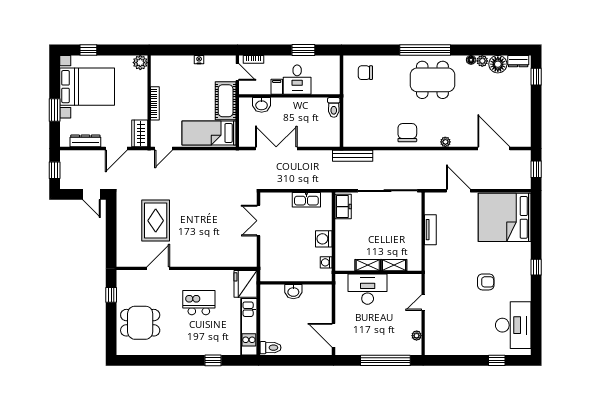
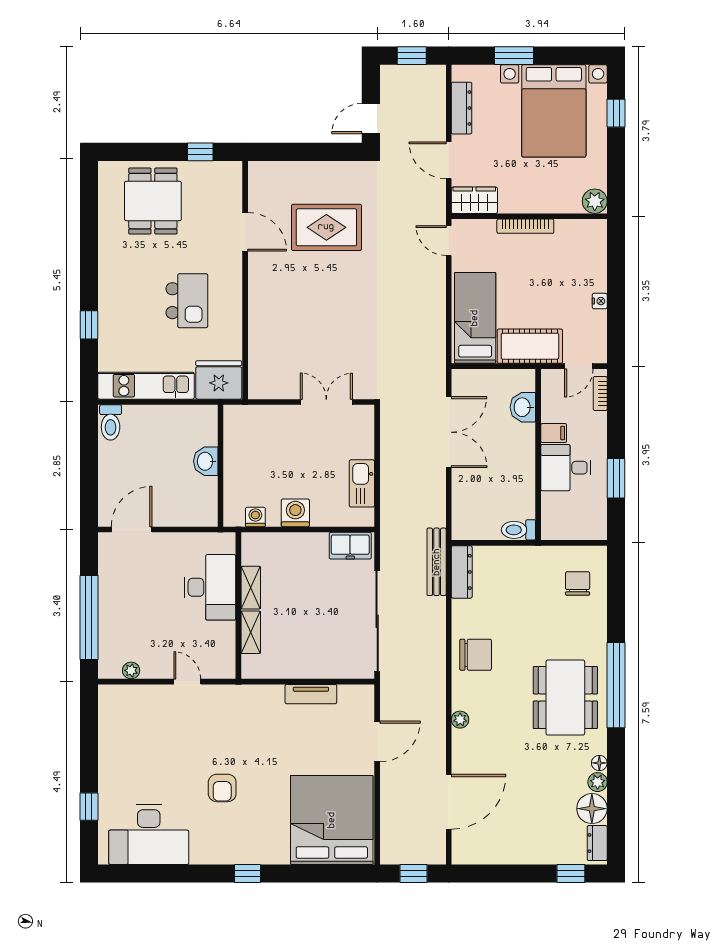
dresser: (359, 141) -> (462, 572), added

